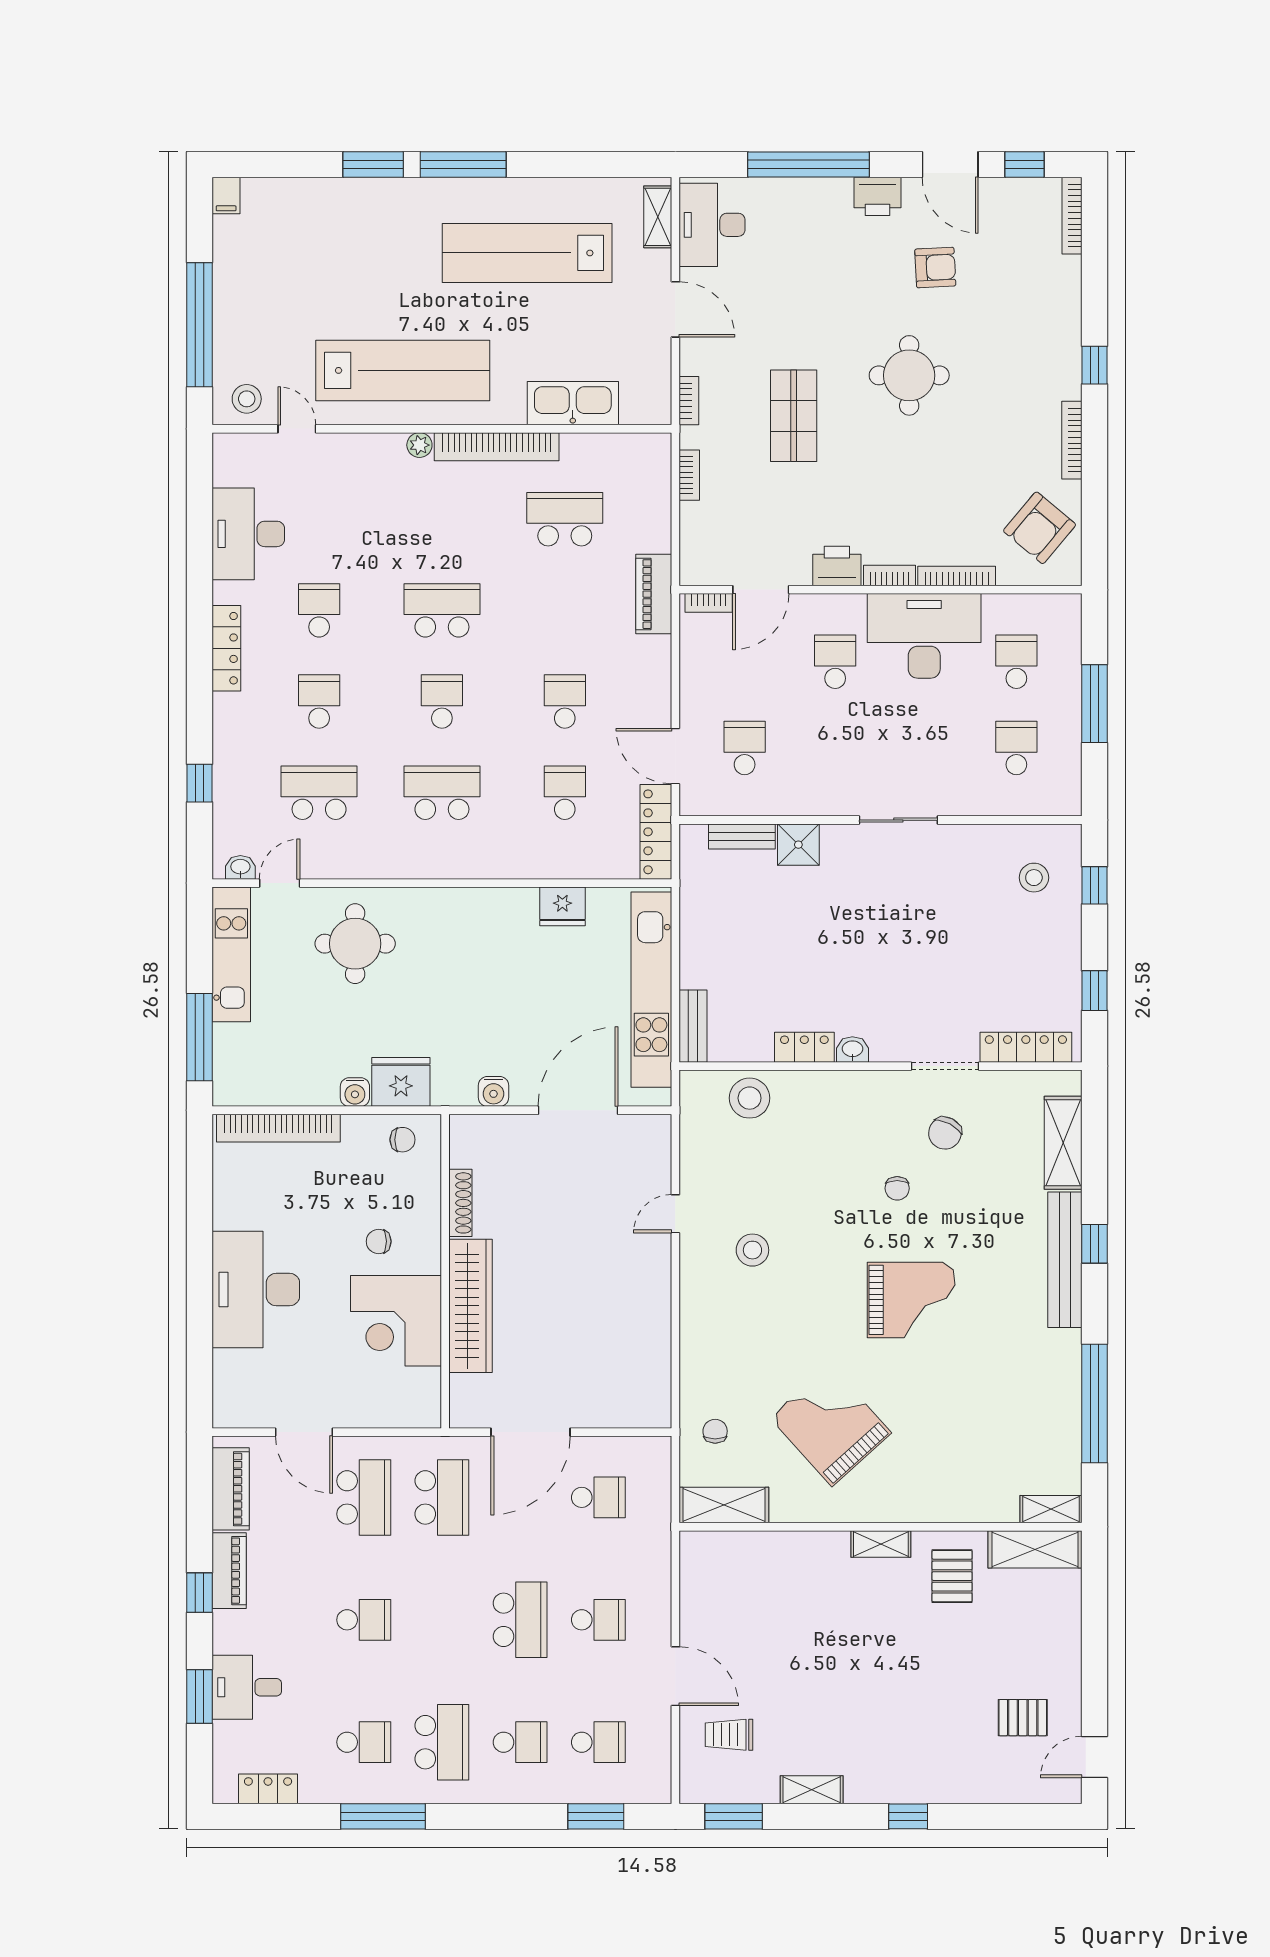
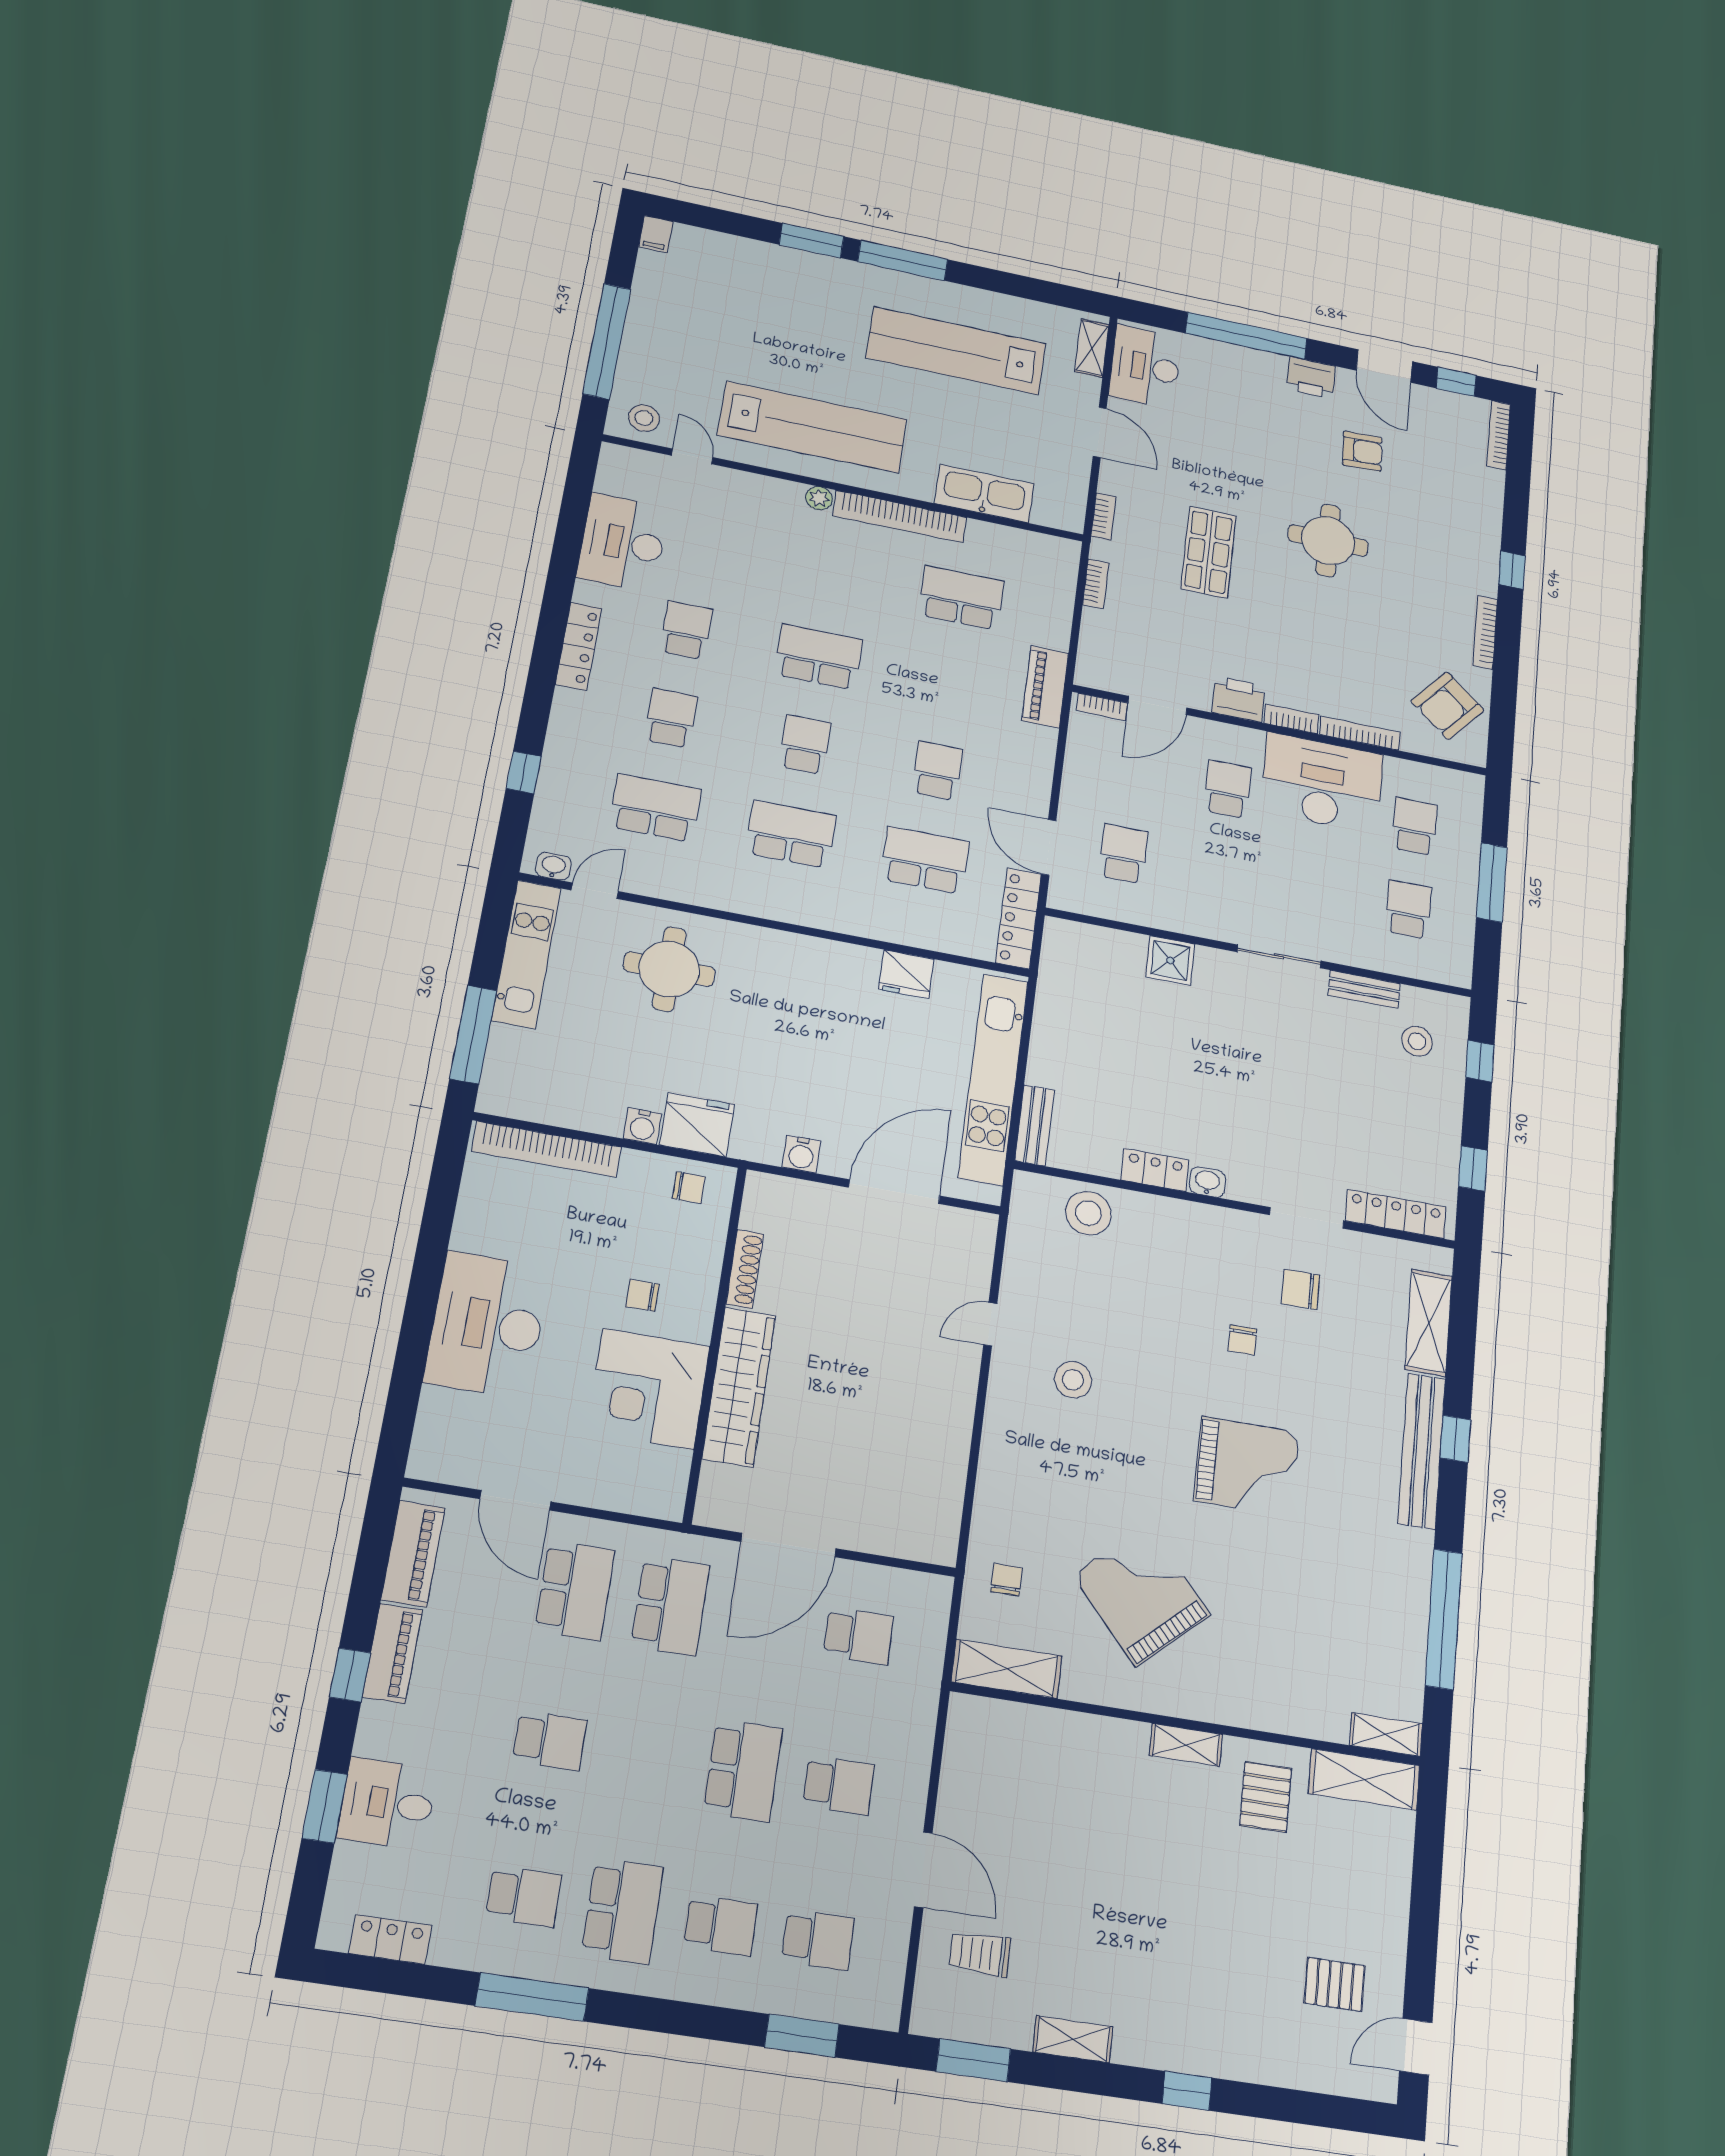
school desk: (565, 793) -> (925, 860), width x1.85
bench: (742, 836) -> (1364, 989), moved
chair: (945, 1133) -> (1300, 1289), turned 62

